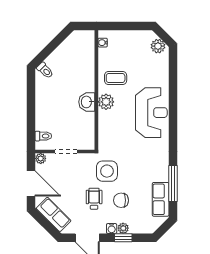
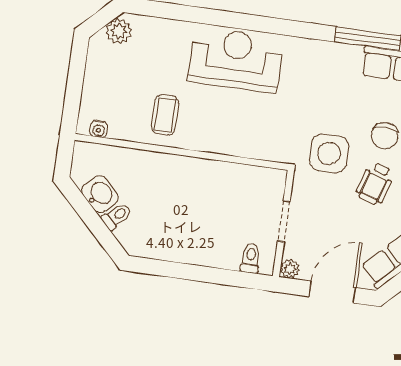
toilet: (45, 70) -> (117, 216), moved
washbasin: (87, 102) -> (100, 194), moved, turned -135
plant: (106, 102) -> (205, 138), removed
wheelchair: (94, 199) -> (375, 183), turned -73

